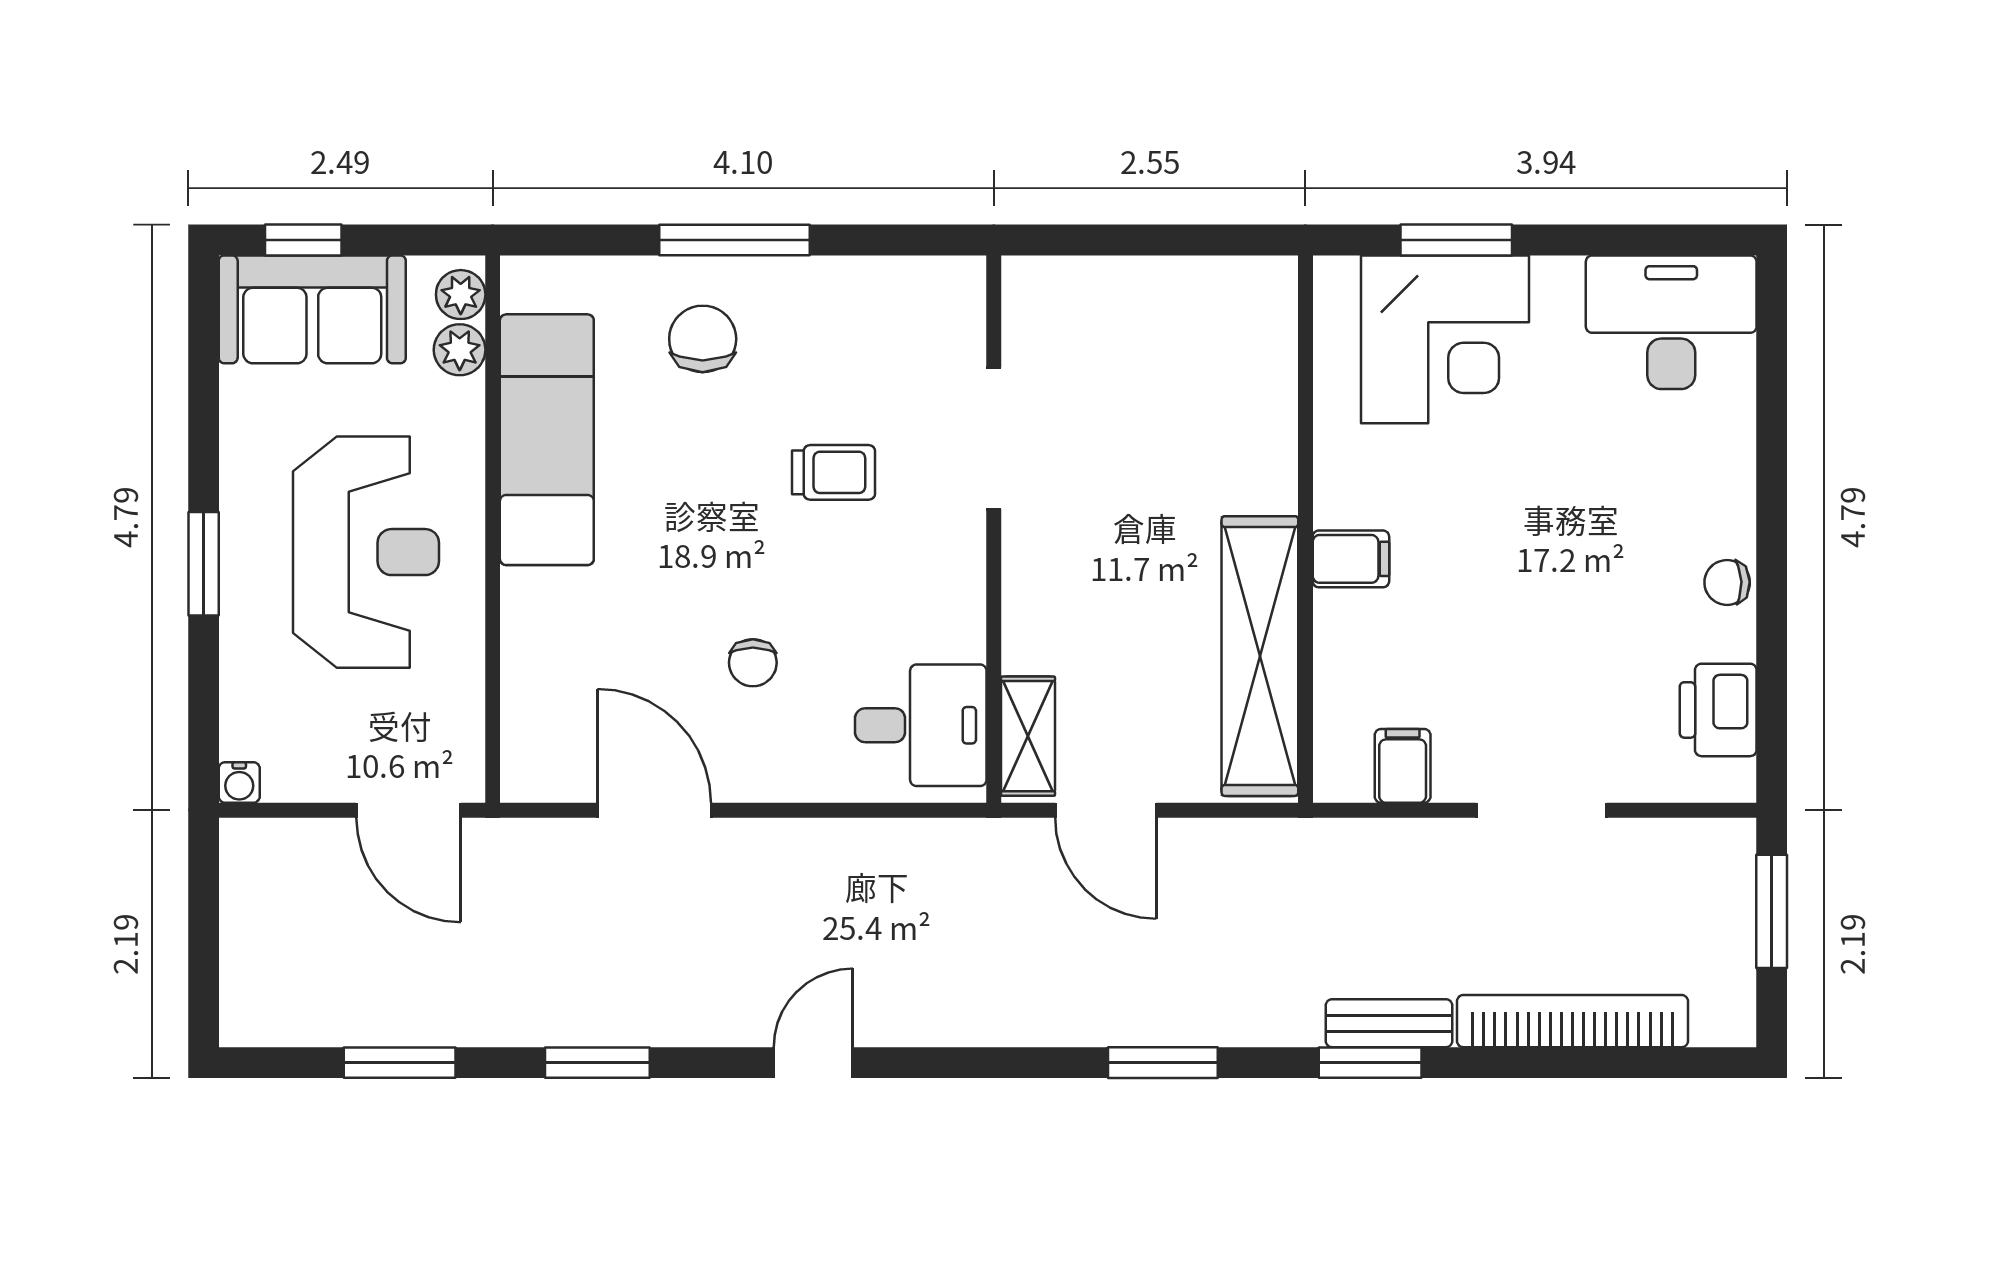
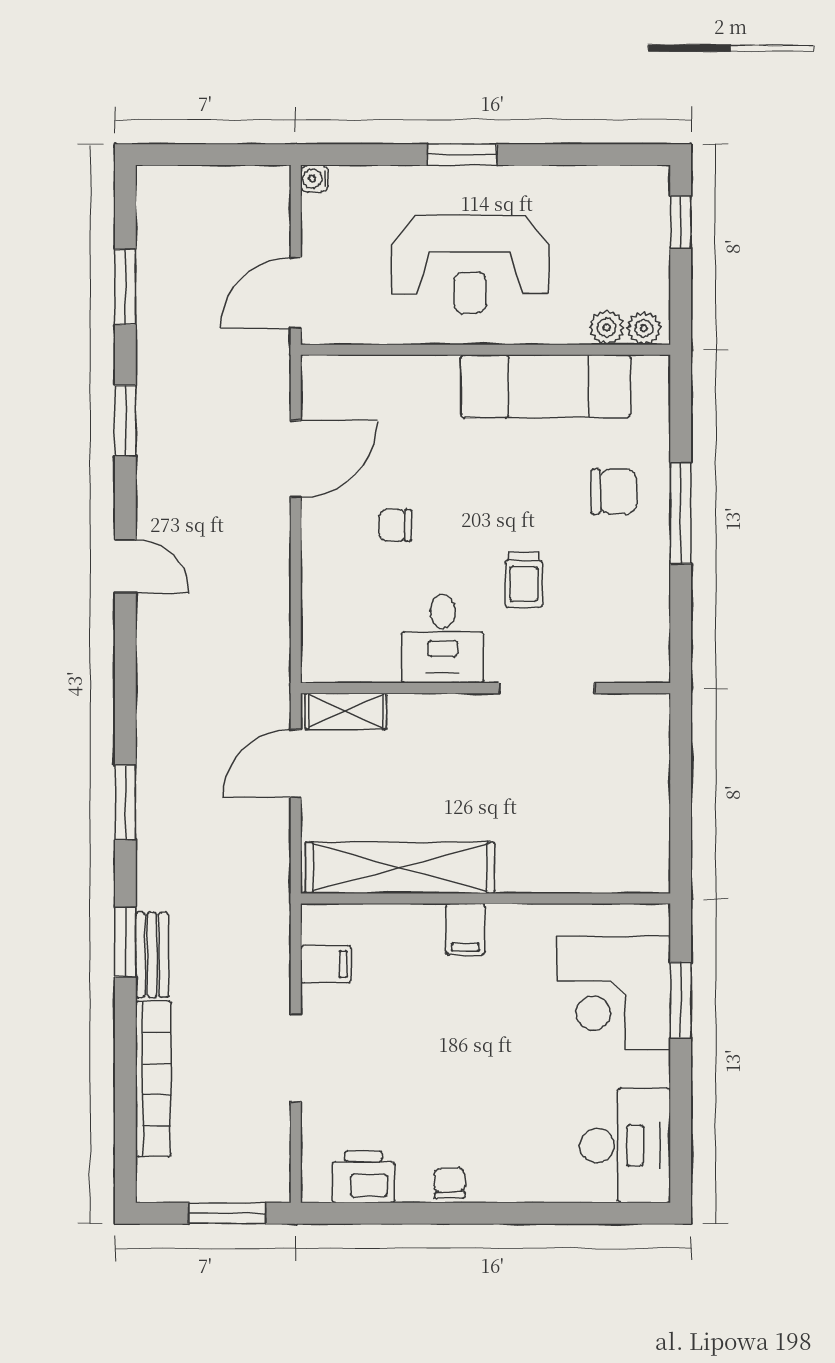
sofa: (312, 309) -> (634, 228), removed
desk: (921, 725) -> (443, 639), moved

